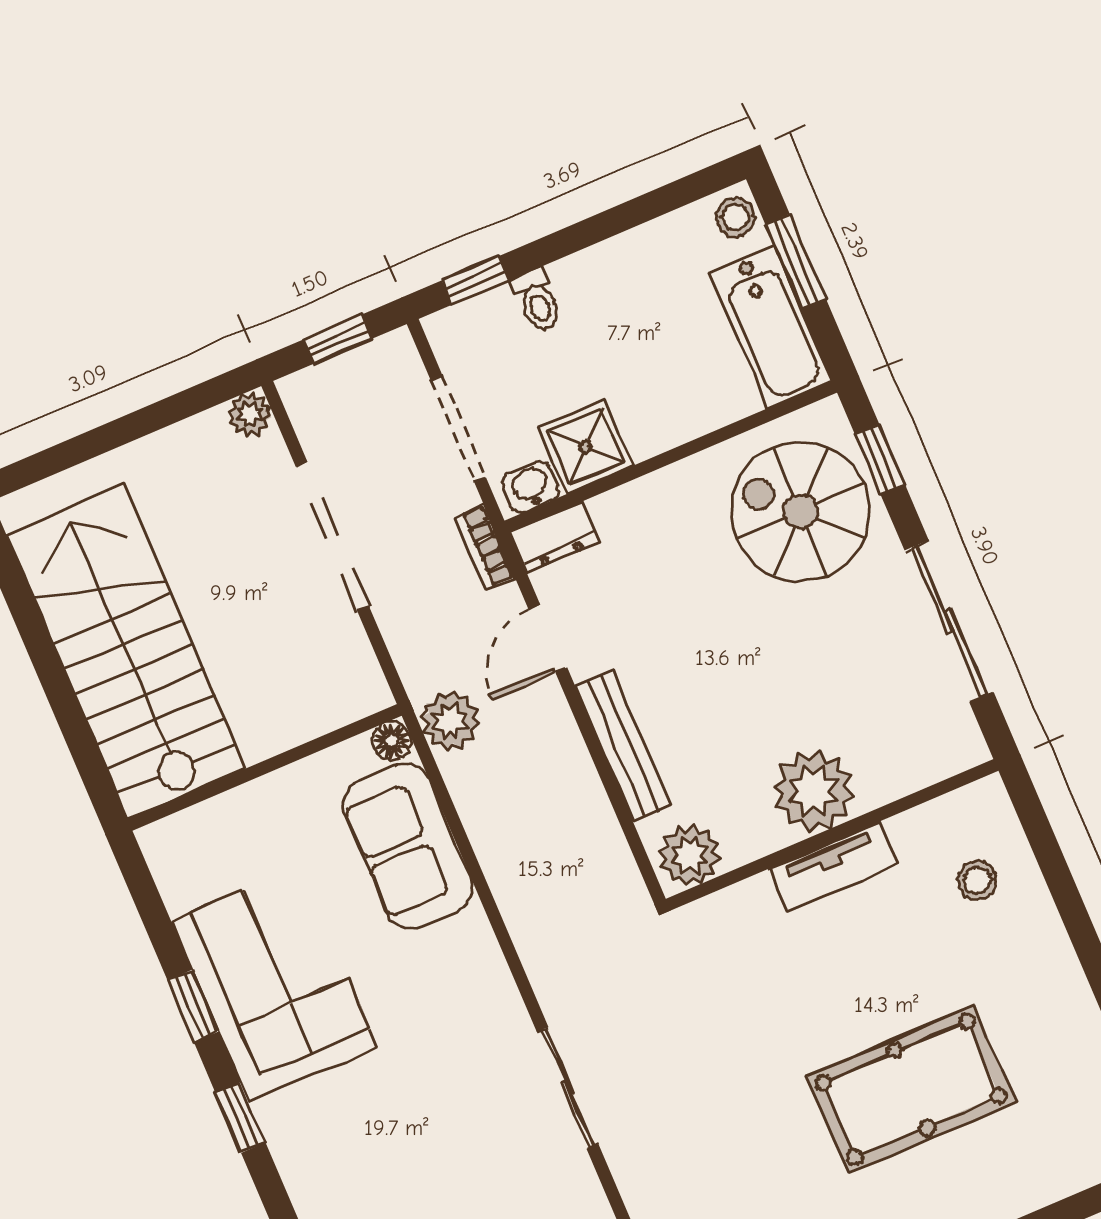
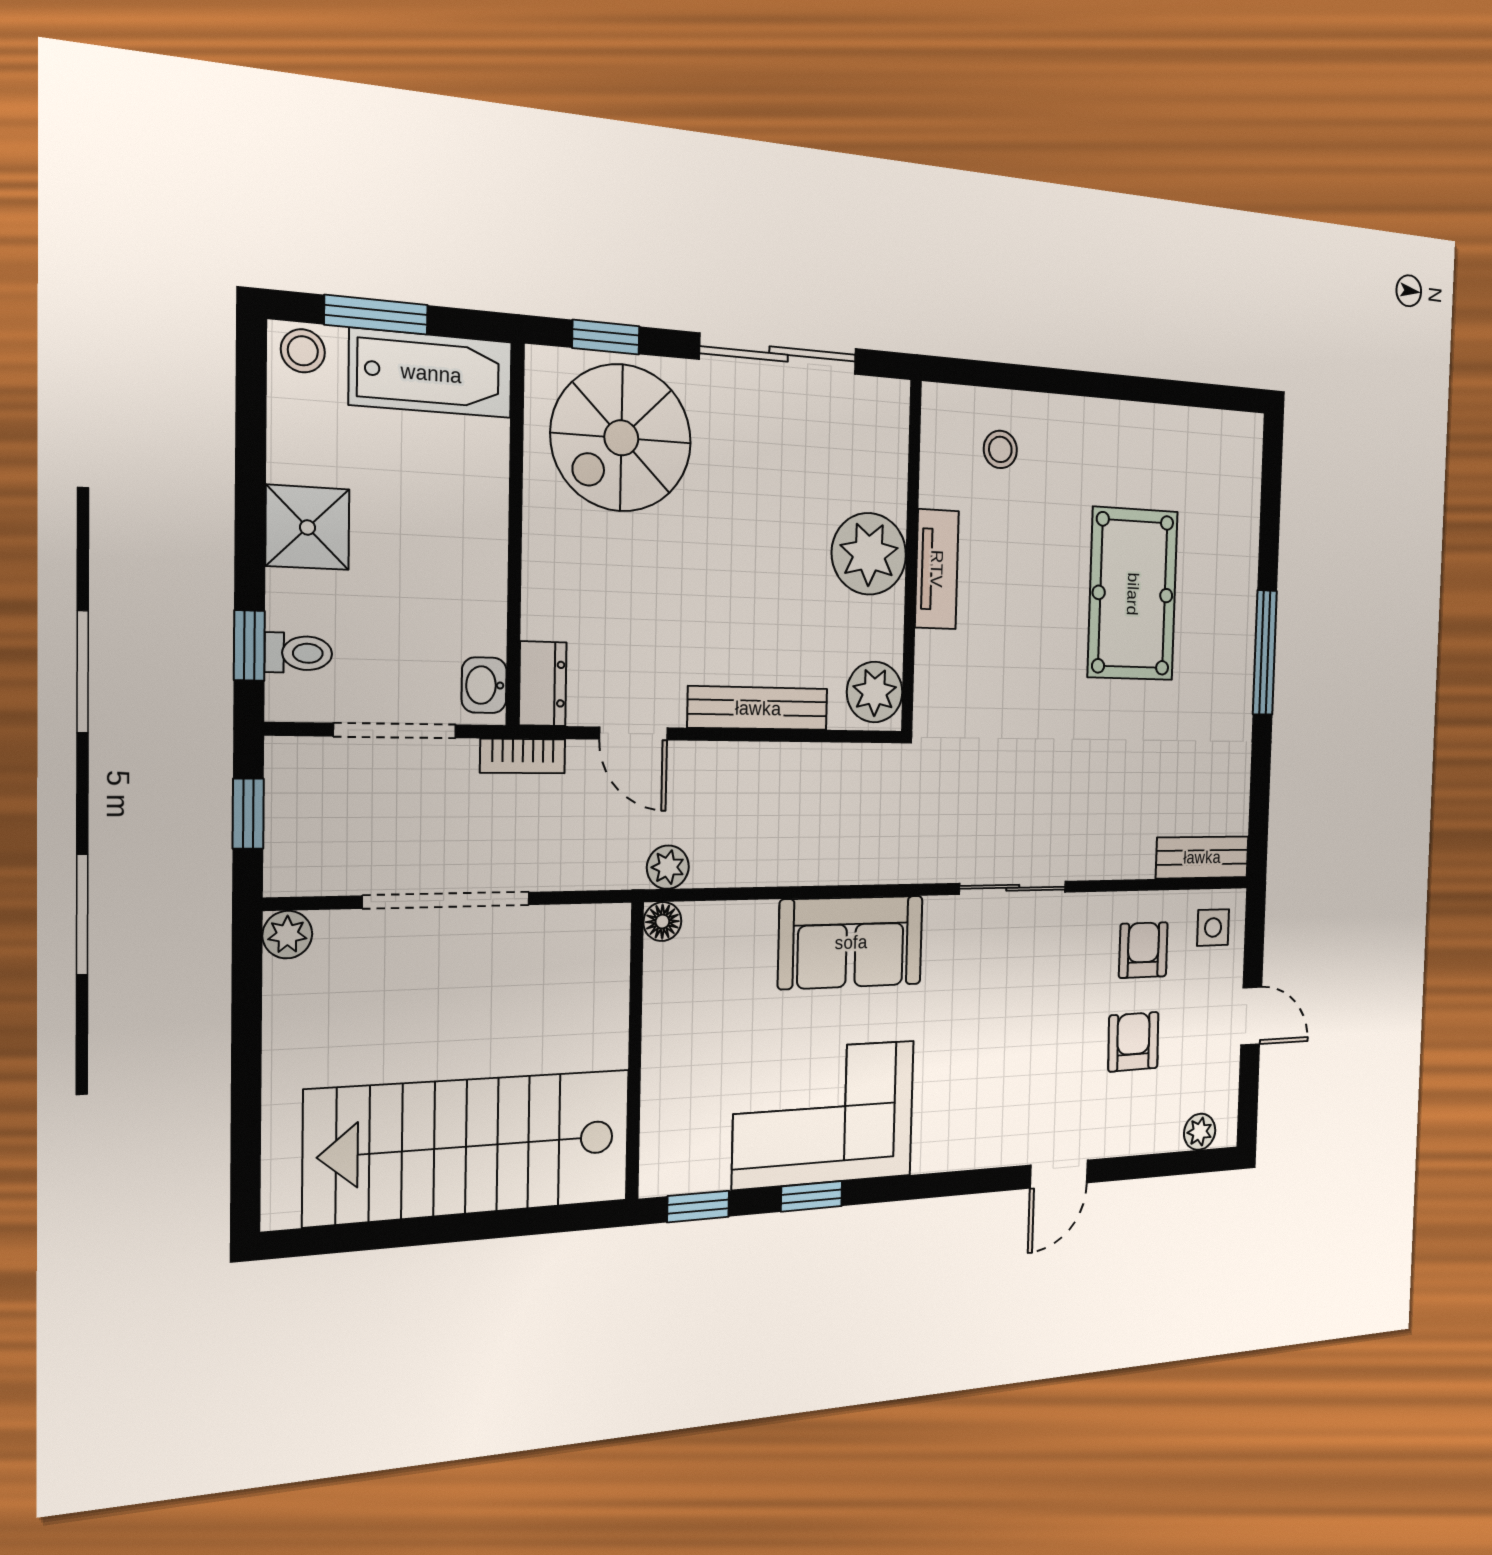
toilet: (537, 300) -> (298, 653), moved
shower: (585, 447) -> (307, 527), moved
plant: (450, 721) -> (668, 867), width x0.73, depth x0.73
sofa: (408, 846) -> (851, 942), moved
window: (240, 1118) -> (698, 1207), moved

